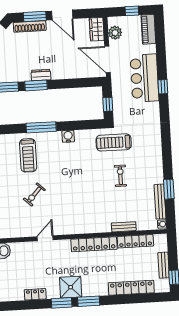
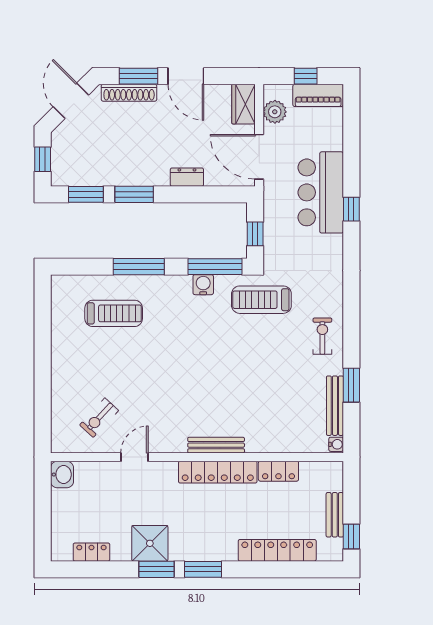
piano: (148, 29) -> (318, 95), moved, turned -90
dresser: (41, 75) -> (187, 177), moved
window: (86, 125) -> (215, 267), added
water cooler: (68, 136) -> (203, 285), moved
treadmill: (28, 155) -> (114, 313), turned -90
exercise bike: (120, 176) -> (322, 336), moved
exercise bike: (34, 194) -> (99, 418), moved
bench: (124, 227) -> (216, 445), moved, width x1.36
locker: (135, 241) -> (278, 471), width x0.66
shower: (71, 287) -> (150, 543), moved
locker: (35, 294) -> (91, 552), moved

